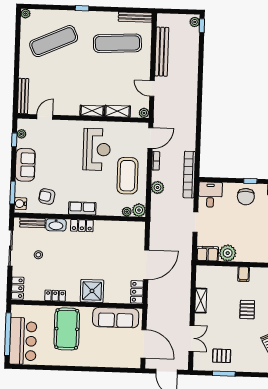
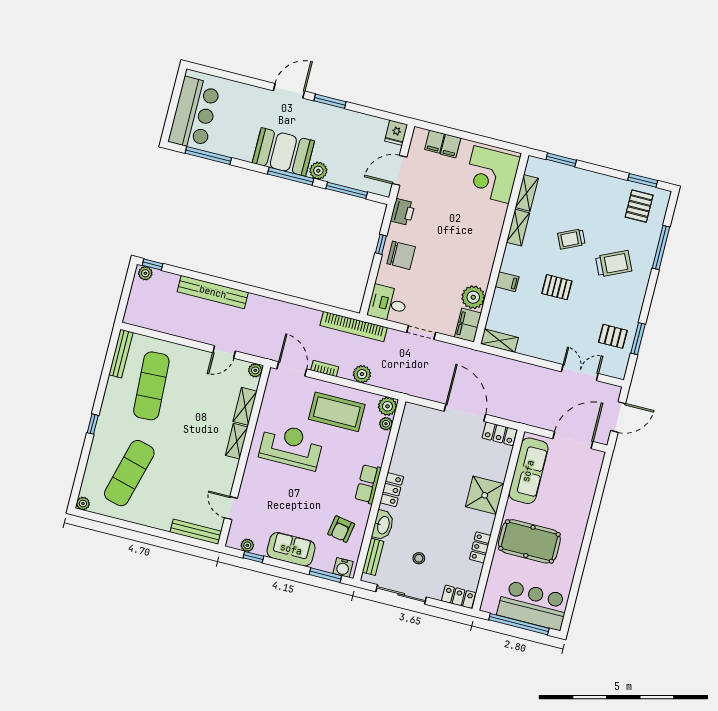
exercise mat: (54, 41) -> (129, 473), turned 39
bench: (162, 52) -> (213, 292), moved
shelving: (201, 301) -> (499, 341), moved
pallet: (222, 356) -> (613, 336), turned 90

